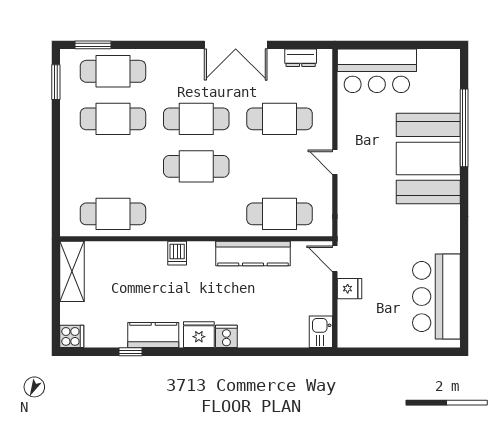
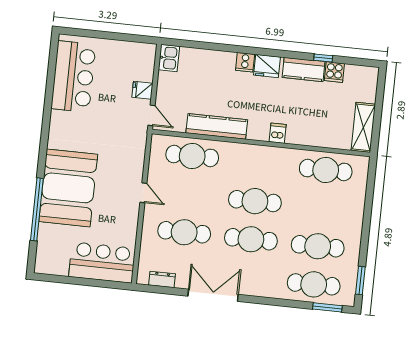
cooker: (72, 336) -> (334, 72), moved, turned -90

